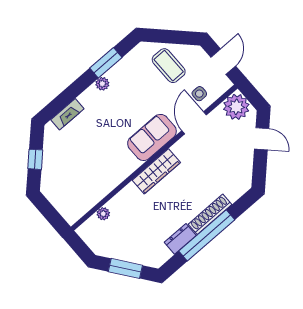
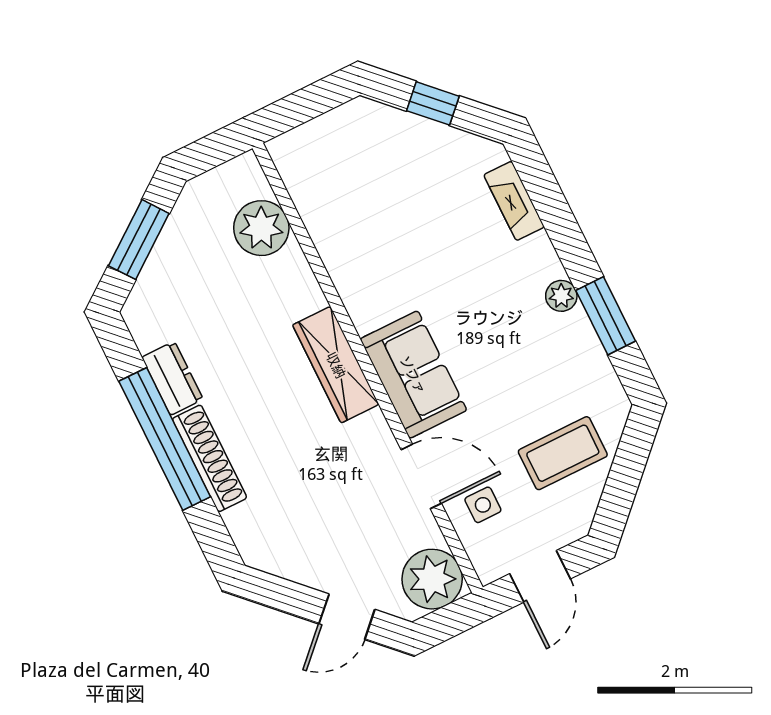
door: (223, 62) -> (540, 576), hinge flipped
plant: (103, 214) -> (261, 228), width x1.88, depth x1.88

